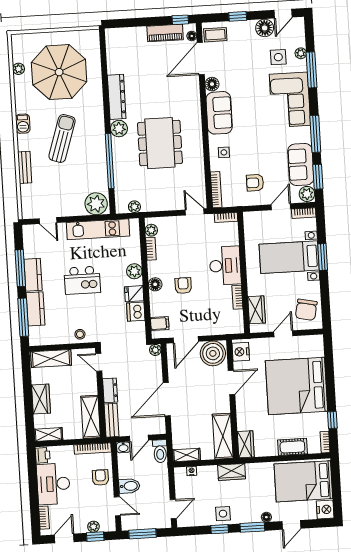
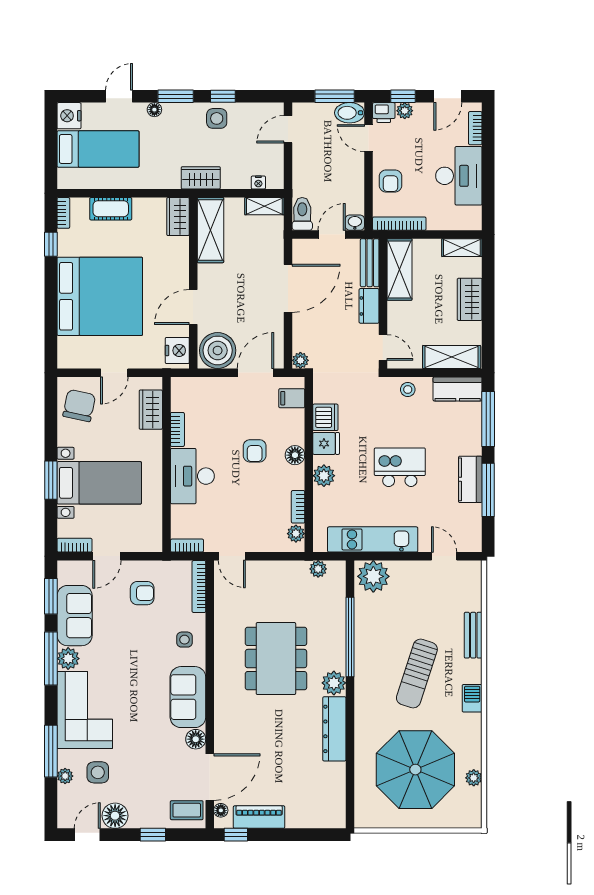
plant: (307, 194) -> (68, 659), moved
kitchen counter: (35, 309) -> (458, 389), moved, turned -90
printer: (43, 455) -> (384, 113), moved, turned -90
bed: (303, 481) -> (98, 149), width x0.67
bidet: (129, 486) -> (350, 113), moved

